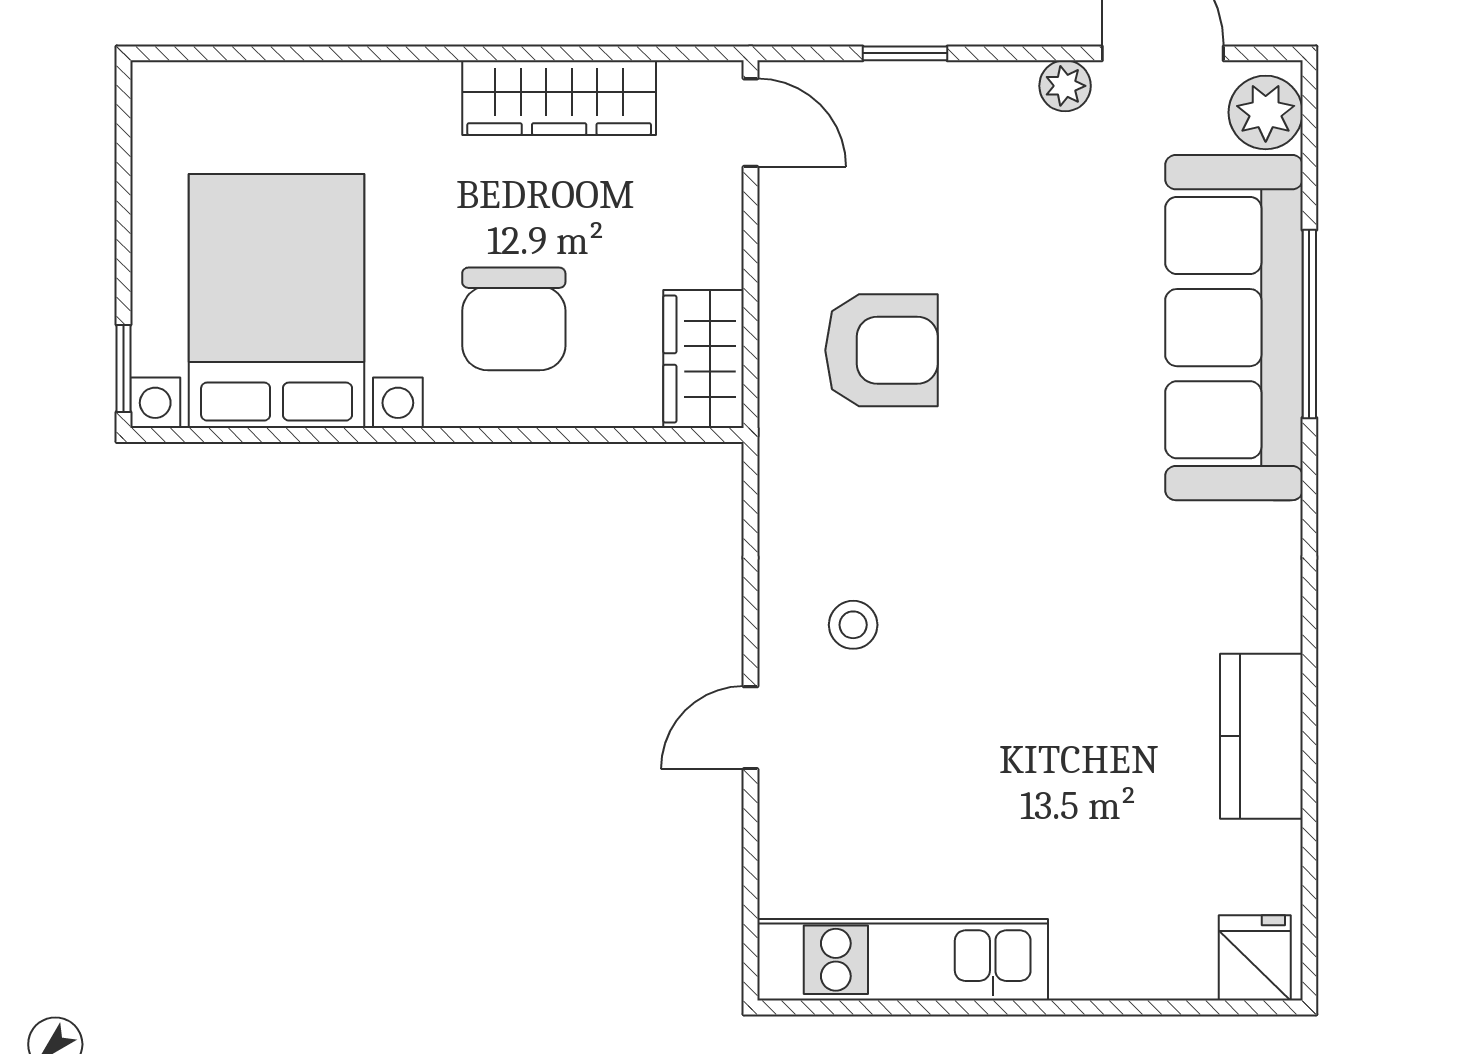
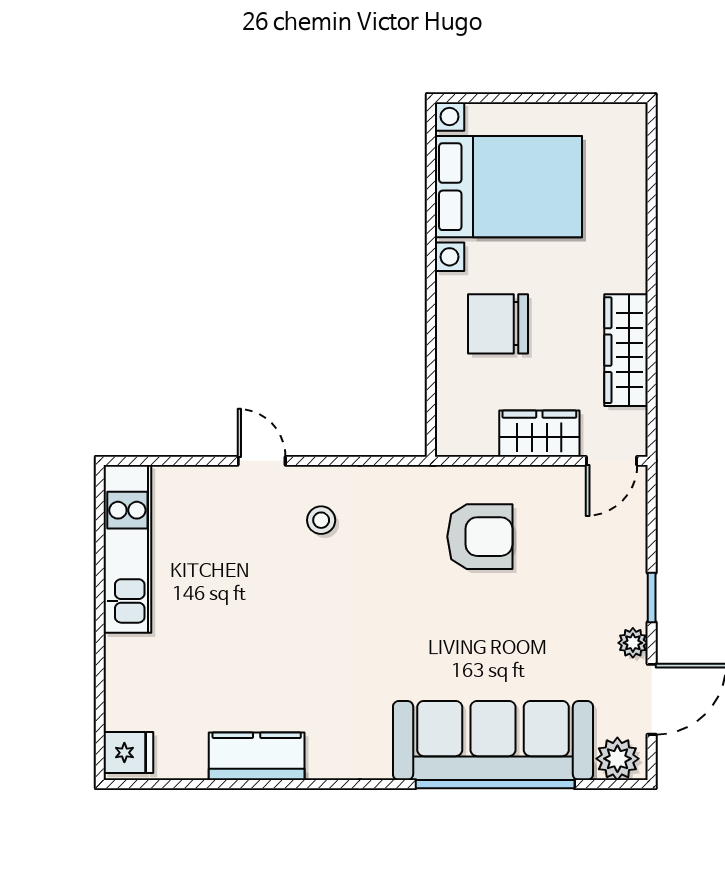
window: (905, 53) -> (652, 597), moved
window: (1309, 324) -> (495, 784), width x1.46
armchair: (882, 350) -> (480, 537), turned -90
wardrobe: (704, 359) -> (539, 434), moved
window: (124, 368) -> (469, 98), removed

